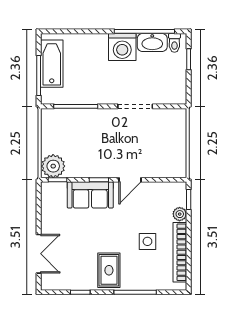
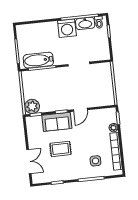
bathtub: (52, 64) -> (38, 60), moved, turned -90
side table: (147, 241) -> (95, 161), moved
rug: (109, 270) -> (60, 149), moved, turned 90

